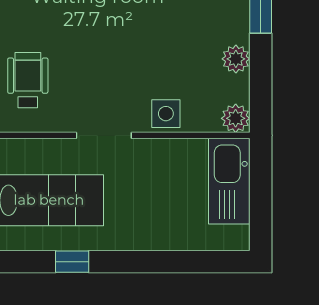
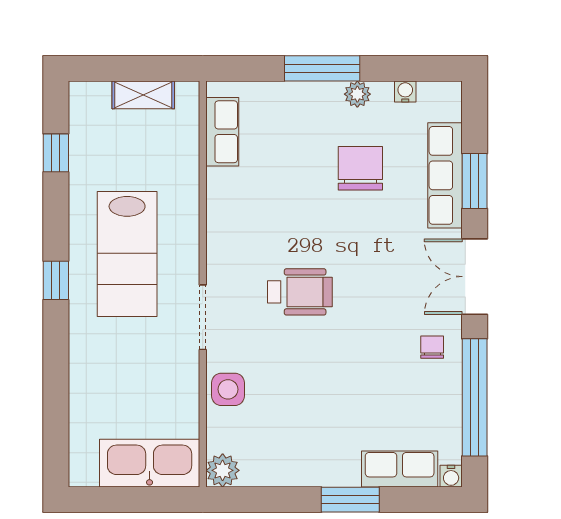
plant: (236, 59) -> (292, 471), removed
wheelchair: (28, 80) -> (300, 292), moved

